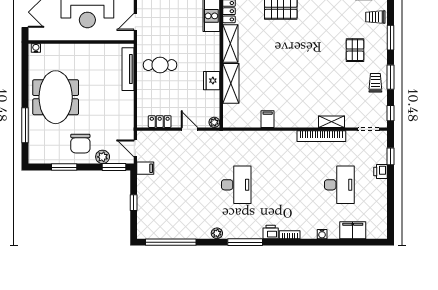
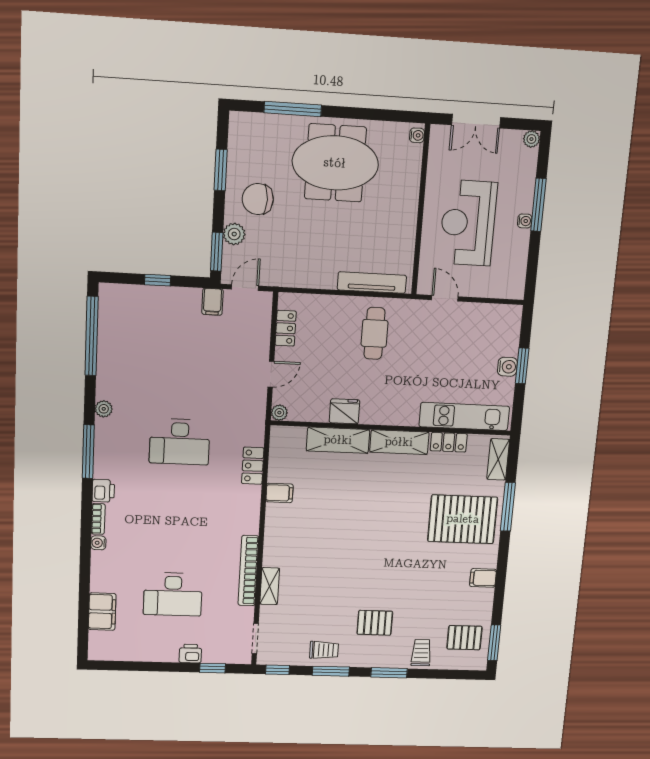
locker: (250, 137) -> (253, 466), added
water cooler: (322, 234) -> (98, 543), moved

